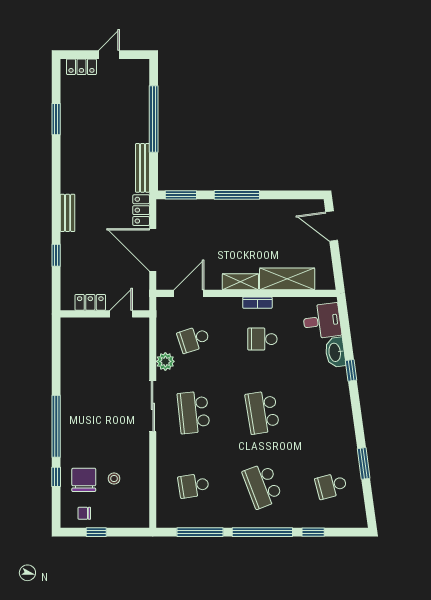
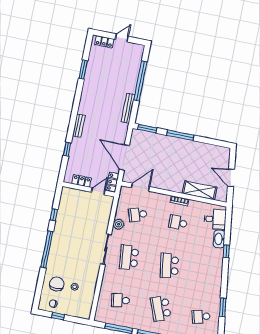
locker: (141, 210) -> (112, 182), moved
door: (332, 226) -> (231, 178), moved
shelving: (240, 282) -> (172, 186), removed
window: (56, 477) -> (54, 215), moved

